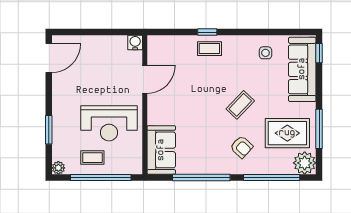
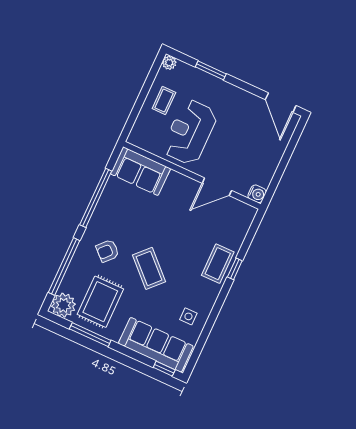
coffee table: (209, 49) -> (218, 264), width x1.36, depth x1.30
door: (145, 79) -> (217, 187), hinge flipped
coffee table: (240, 105) -> (149, 268), width x1.36, depth x1.30
window: (101, 177) -> (141, 100), removed

